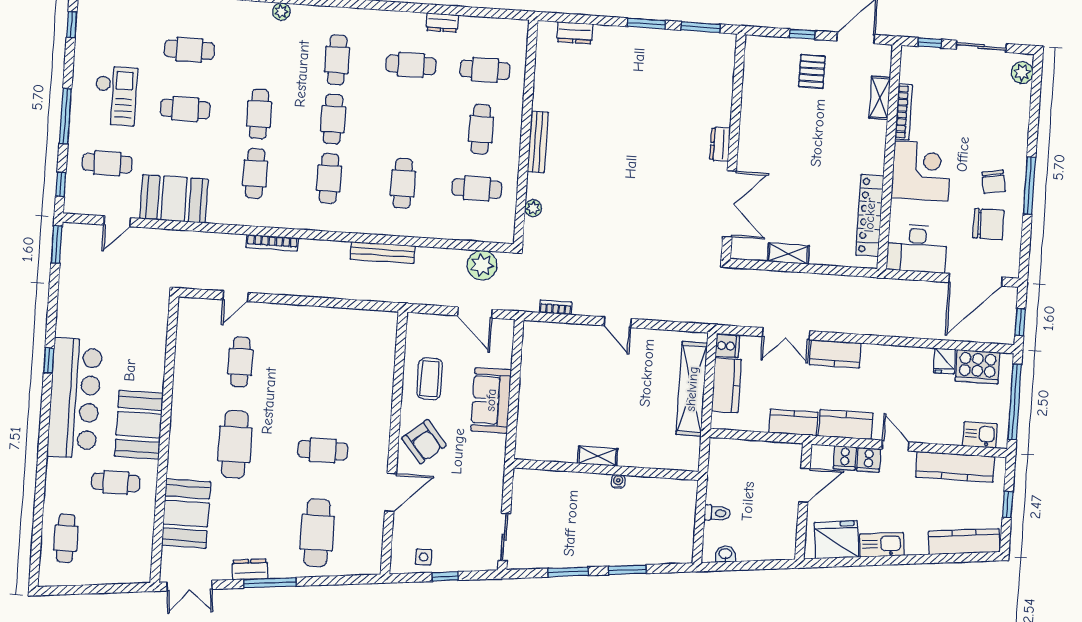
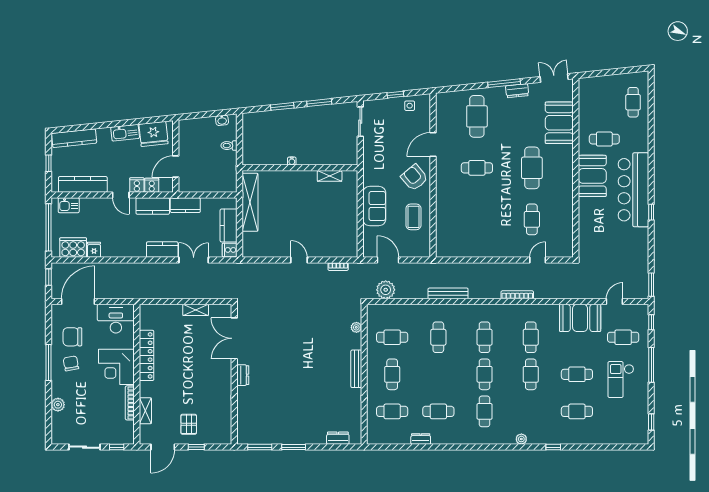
plant: (1022, 73) -> (58, 405), moved
locker: (870, 215) -> (147, 355), moved
shelving: (692, 389) -> (250, 202), moved
shelving: (598, 456) -> (330, 176), moved

